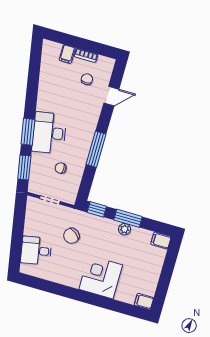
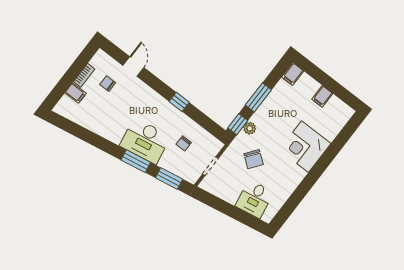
window: (96, 149) -> (179, 102), width x0.46
plant: (125, 229) -> (250, 128), moved
filing cabinet: (144, 301) -> (322, 96), moved

